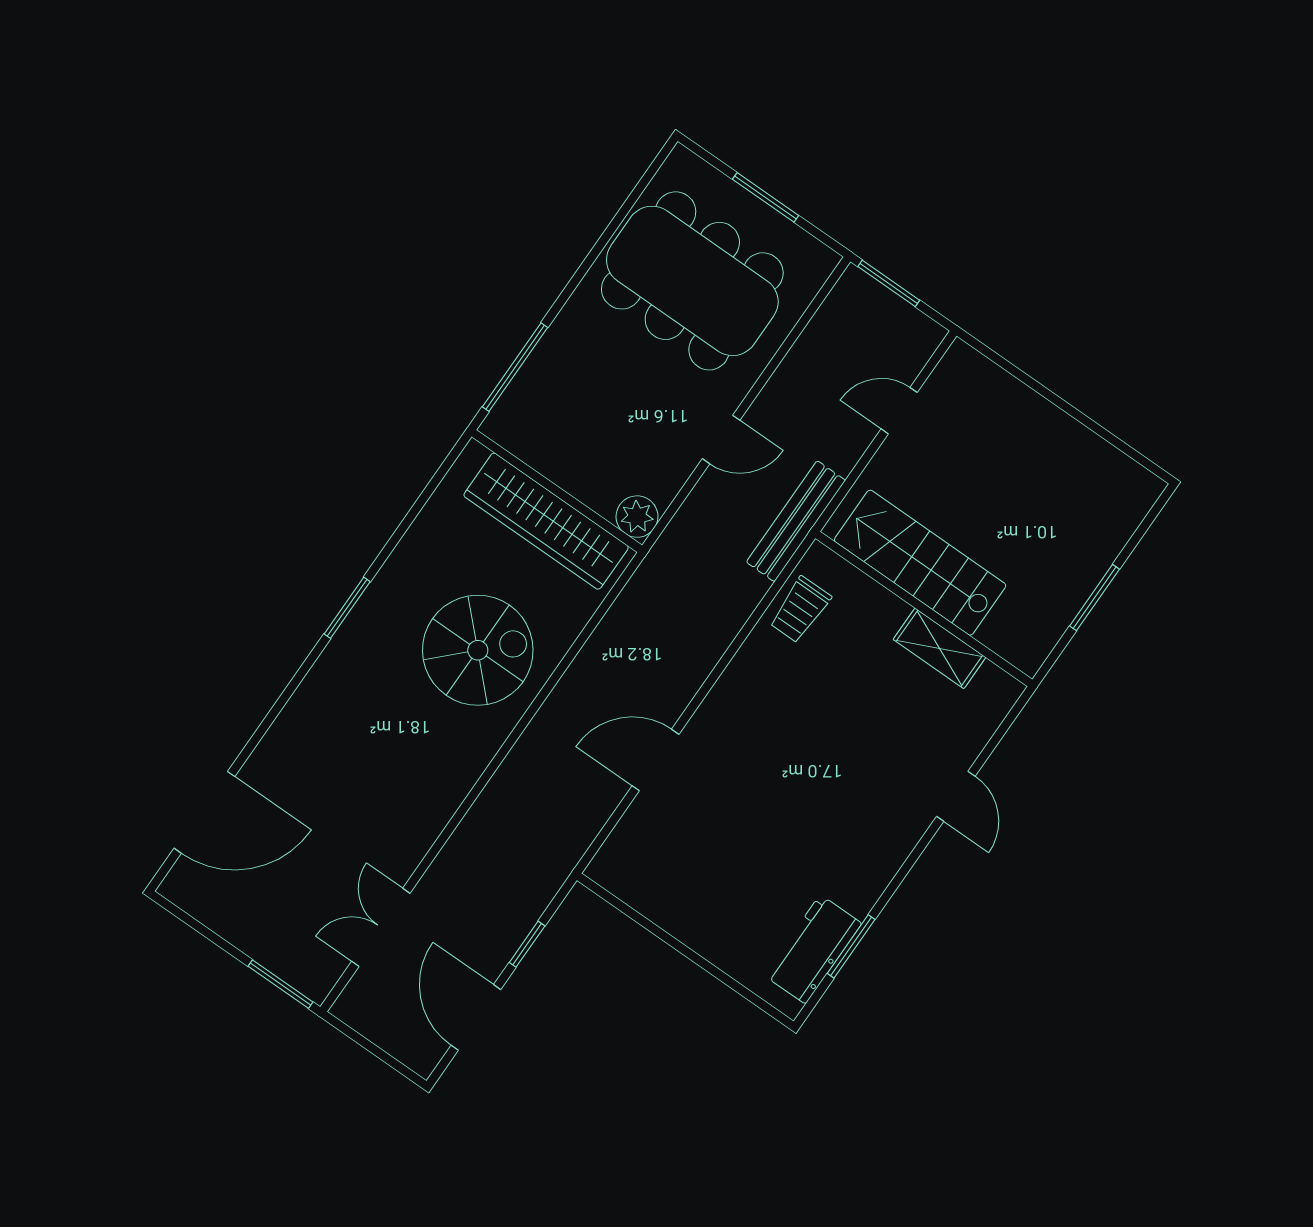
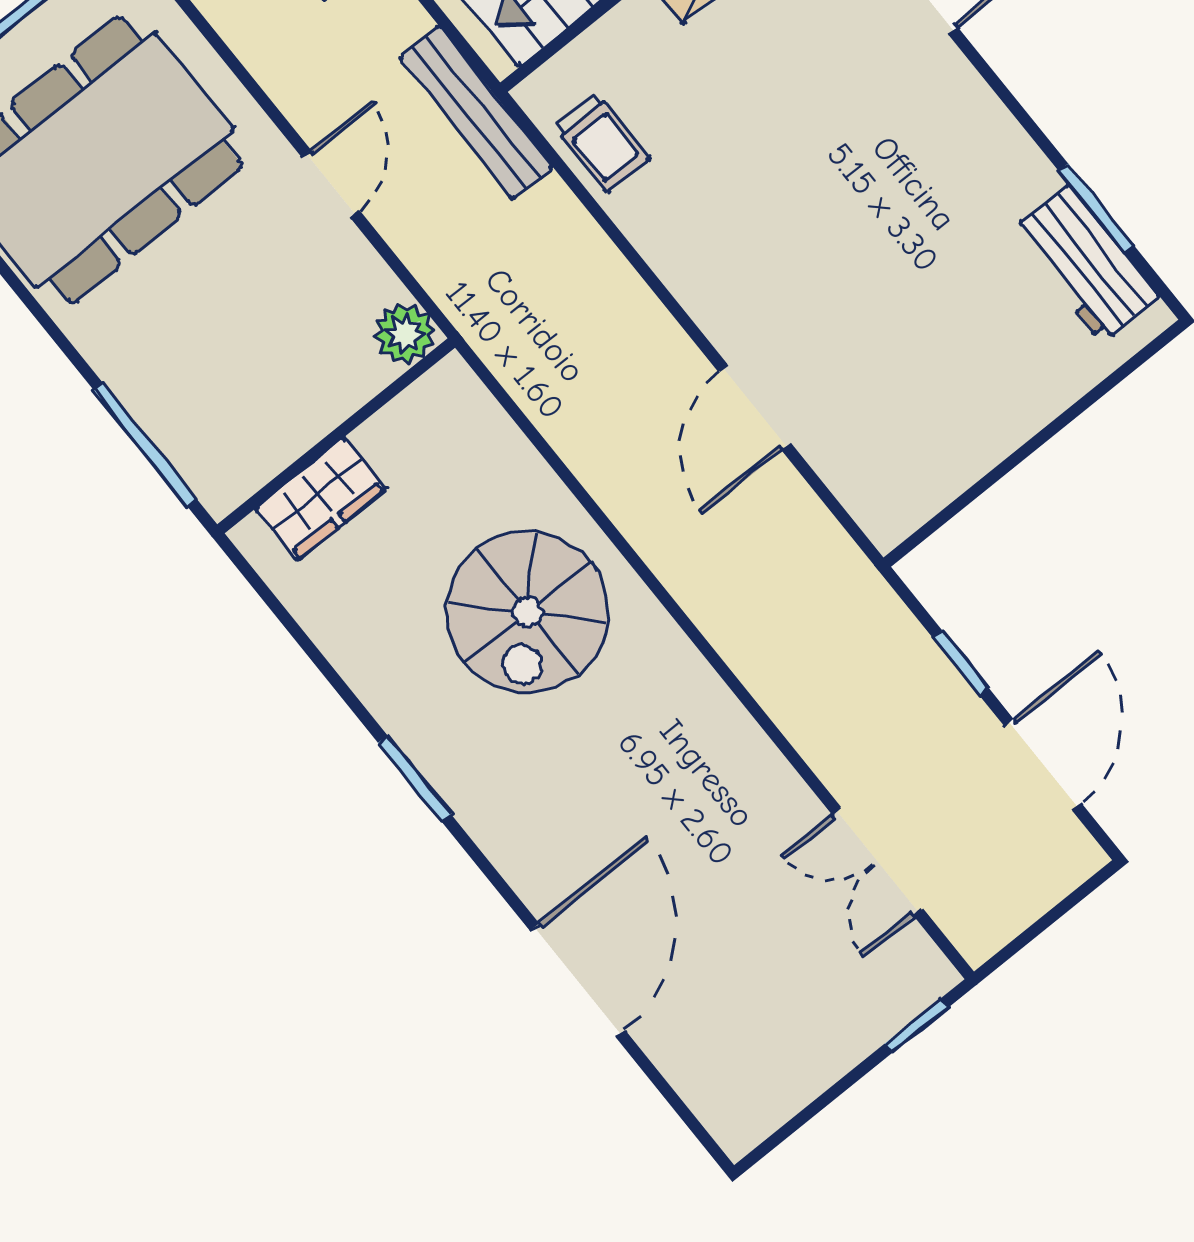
wardrobe: (546, 521) -> (321, 499), width x0.48, depth x0.85
spiral stairs: (478, 650) -> (528, 612), turned 180
door: (204, 812) -> (577, 980), moved
window: (280, 984) -> (916, 1026), width x0.67
door: (476, 1017) -> (1043, 765), swing flipped

